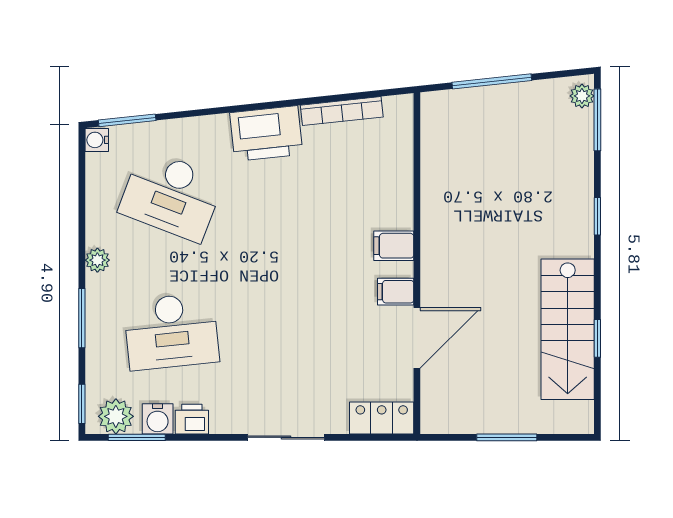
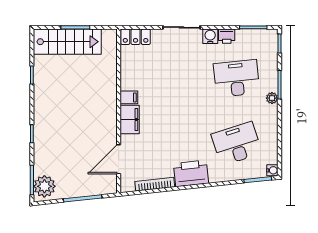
plant: (582, 96) -> (44, 186), width x1.88, depth x1.88
desk: (171, 195) -> (237, 144), turned -39
filing cabinet: (394, 246) -> (130, 120), width x2.00
plant: (97, 260) -> (272, 98), moved
stairs: (568, 329) -> (67, 42), moved, turned 90
door: (417, 338) -> (119, 159), moved
plant: (116, 416) -> (263, 38), removed
water cooler: (158, 419) -> (210, 36), moved

